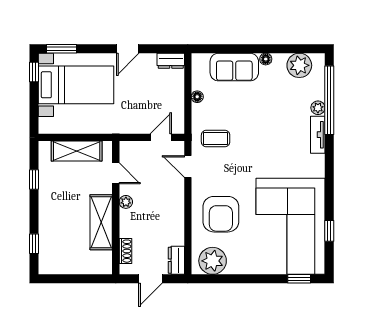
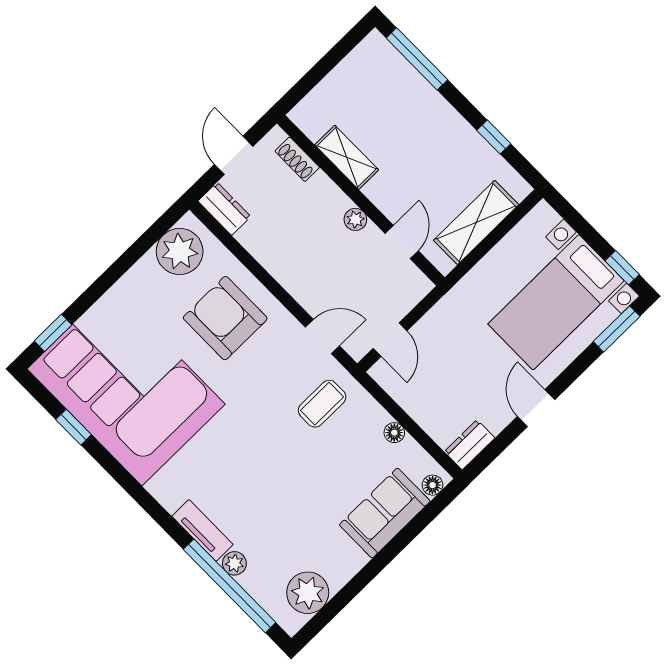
floor lamp: (266, 59) -> (433, 485), moved
door: (116, 173) -> (402, 242), swing flipped
shelving: (101, 222) -> (347, 157), width x0.67, depth x0.75
window: (34, 244) -> (417, 59), width x2.17

